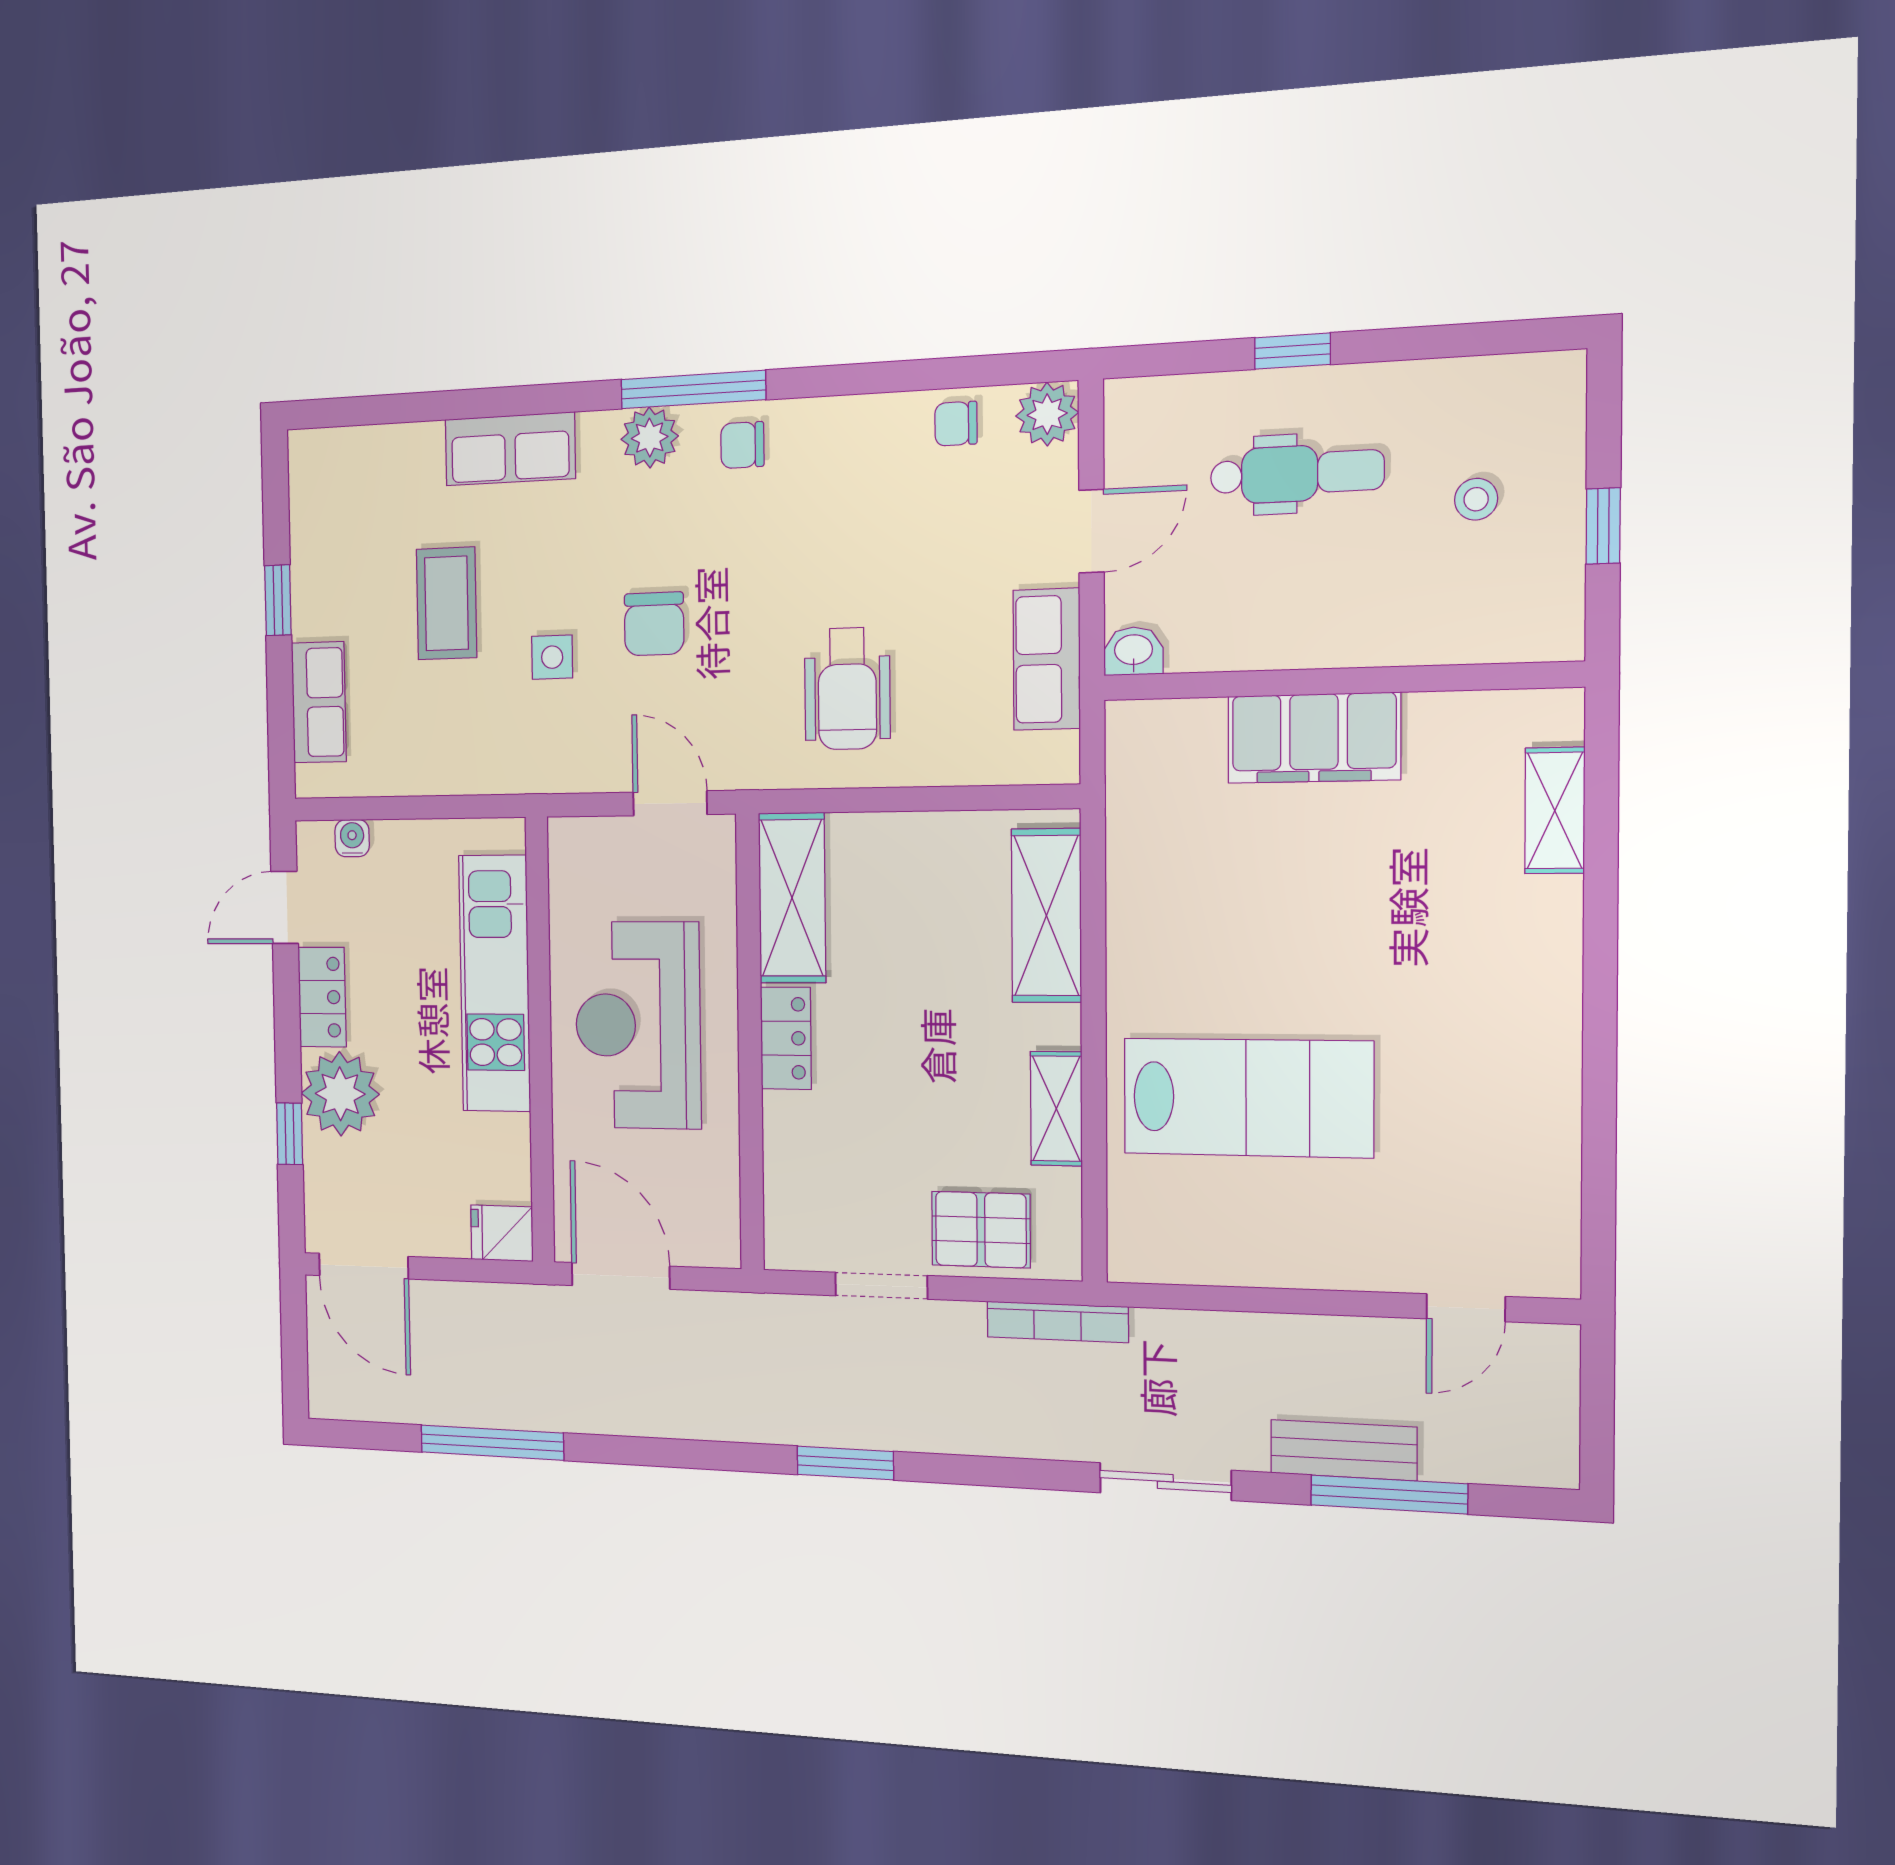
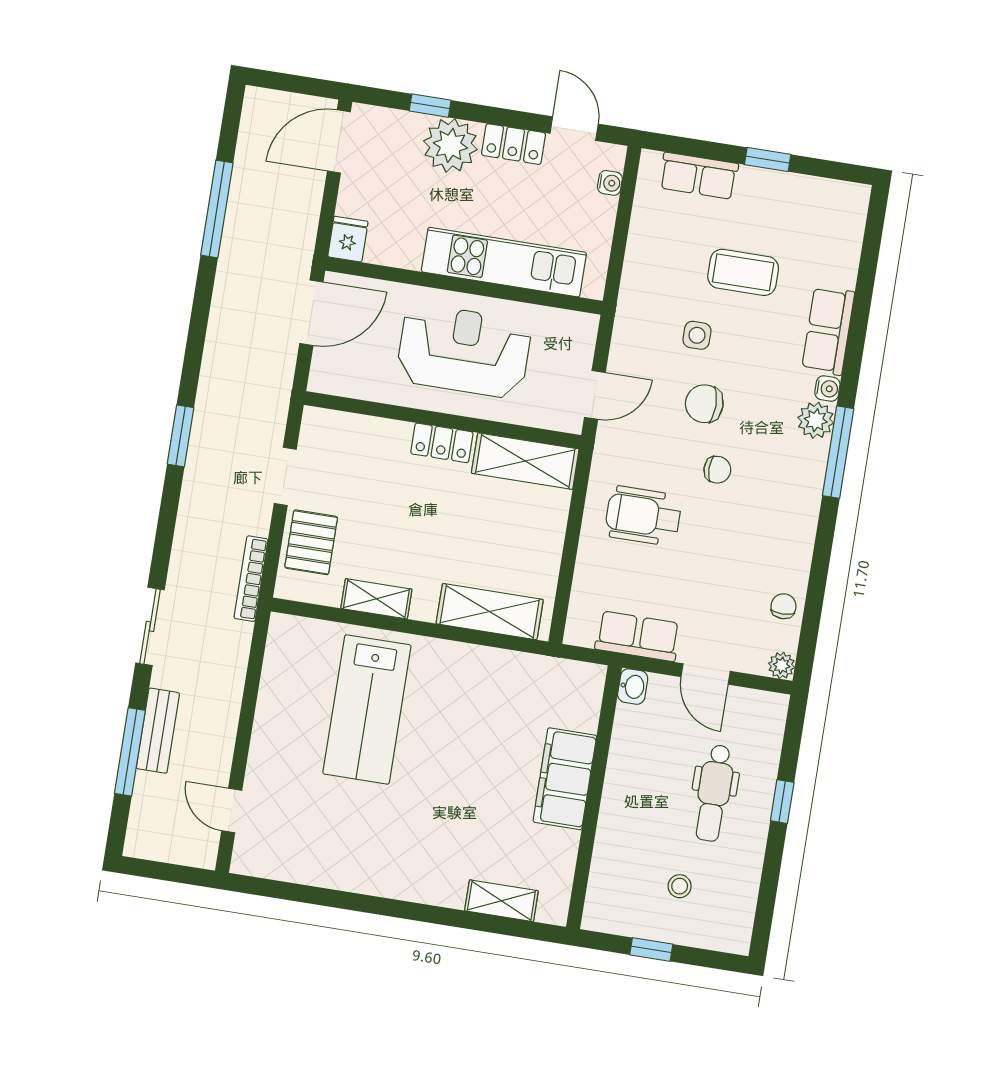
plant: (1047, 414) -> (782, 665), width x0.73, depth x0.73
water cooler: (598, 430) -> (827, 389), added
chair: (742, 445) -> (717, 470), moved, turned 90

